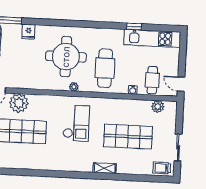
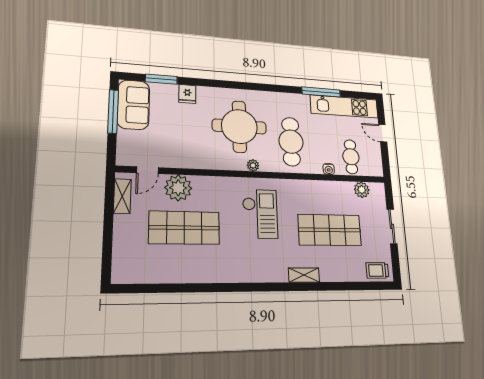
window: (134, 27) -> (321, 92), width x2.17
door: (181, 84) -> (383, 133), moved
sliding door: (178, 147) -> (392, 226), moved

